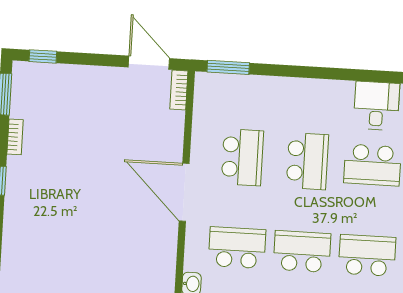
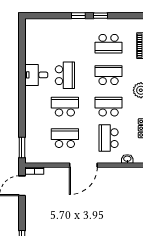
school desk: (302, 251) -> (109, 107), turned 90
school desk: (367, 255) -> (109, 75), turned 90

